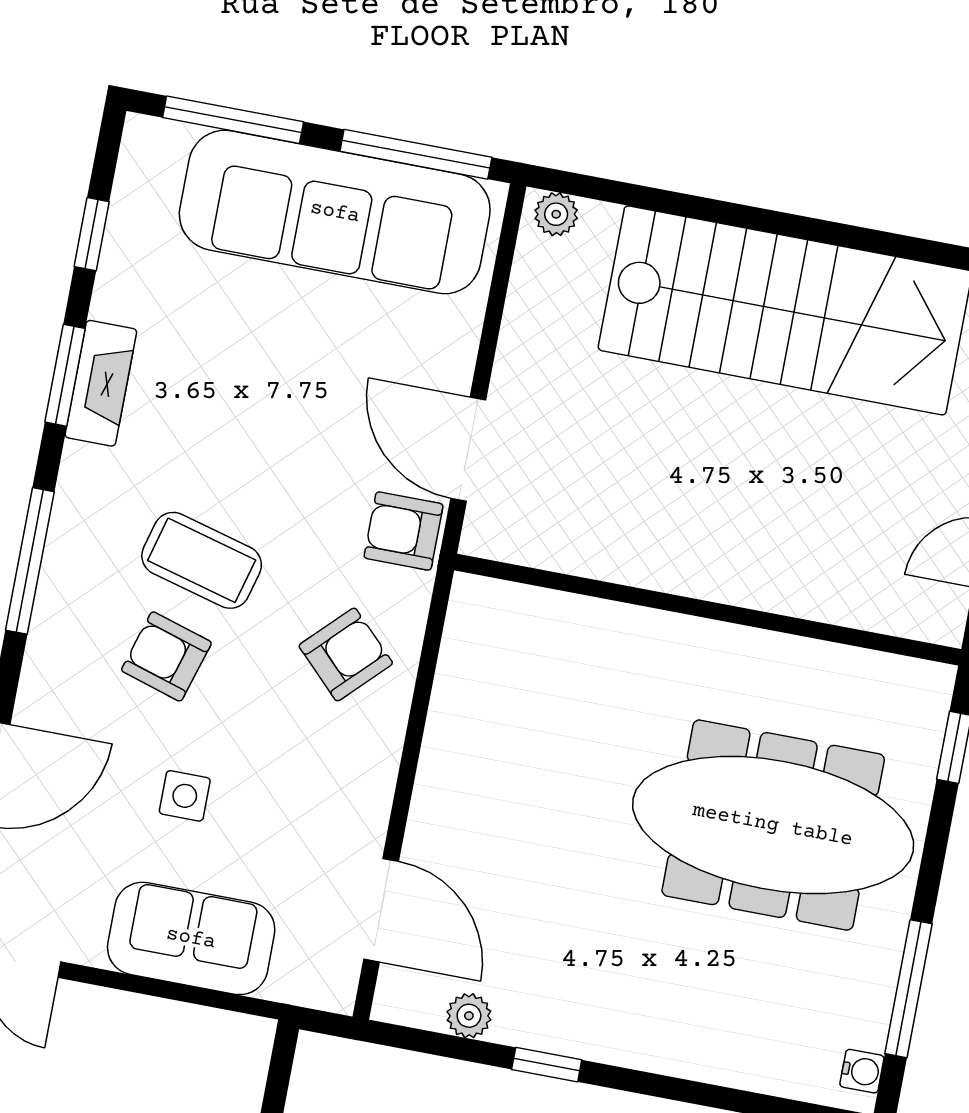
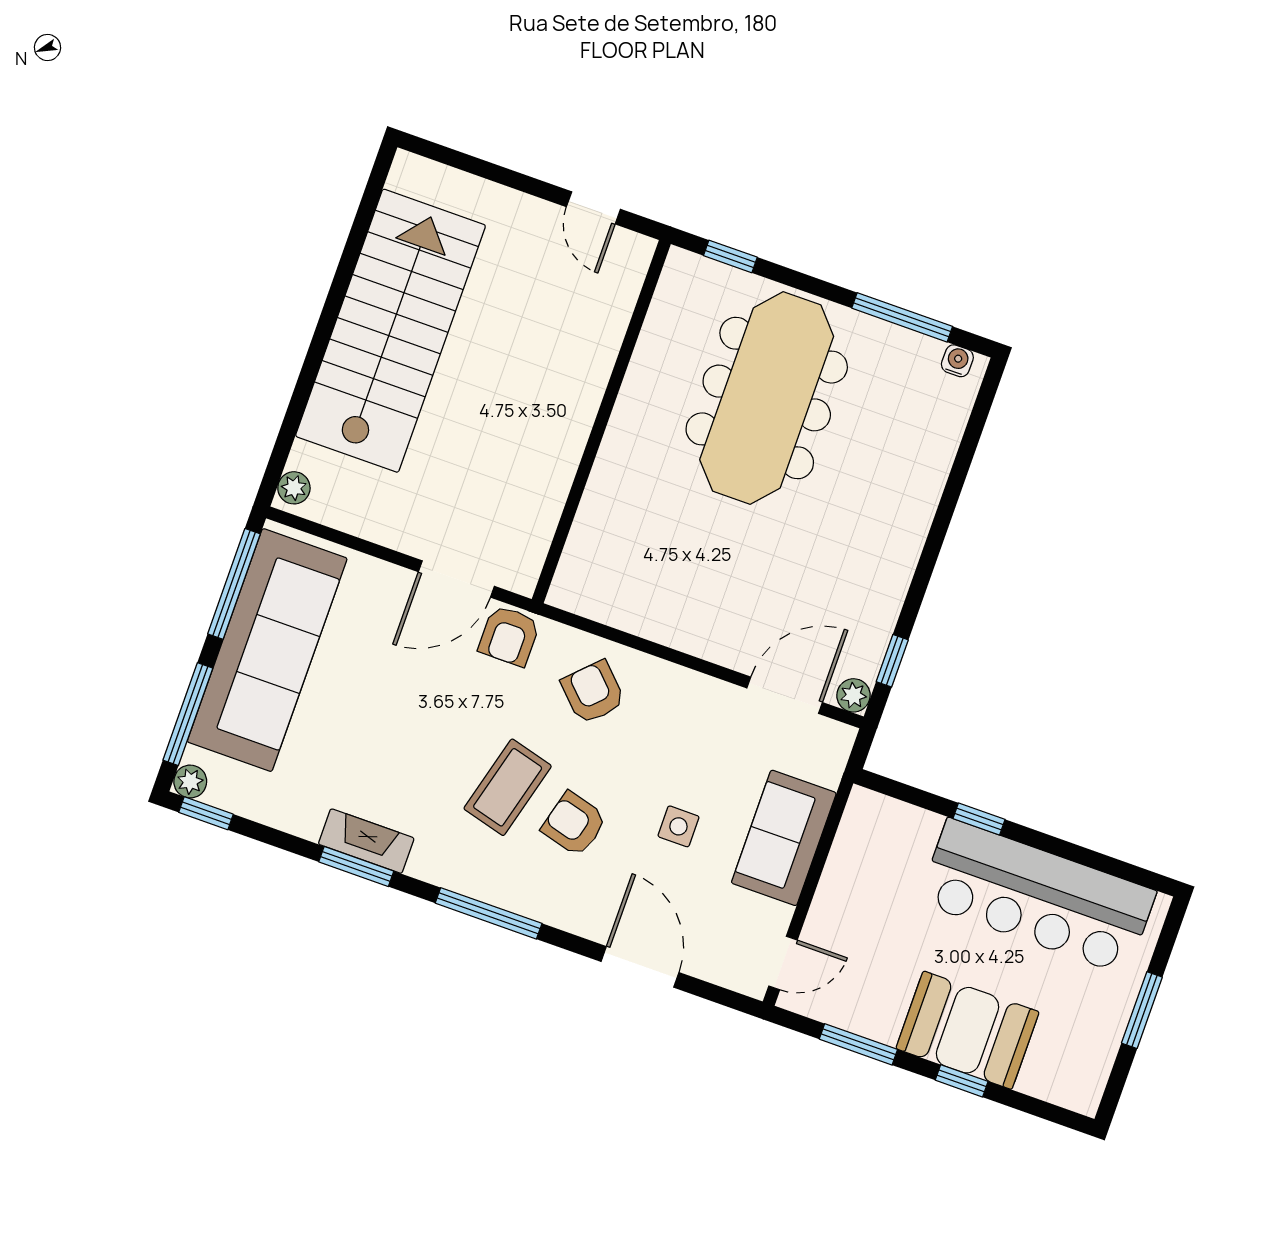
plant: (144, 137) -> (190, 781), added
window: (92, 234) -> (206, 813), moved
armchair: (166, 656) -> (574, 824), turned 88
plant: (469, 1016) -> (853, 695), moved
window: (547, 1065) -> (892, 661), moved

